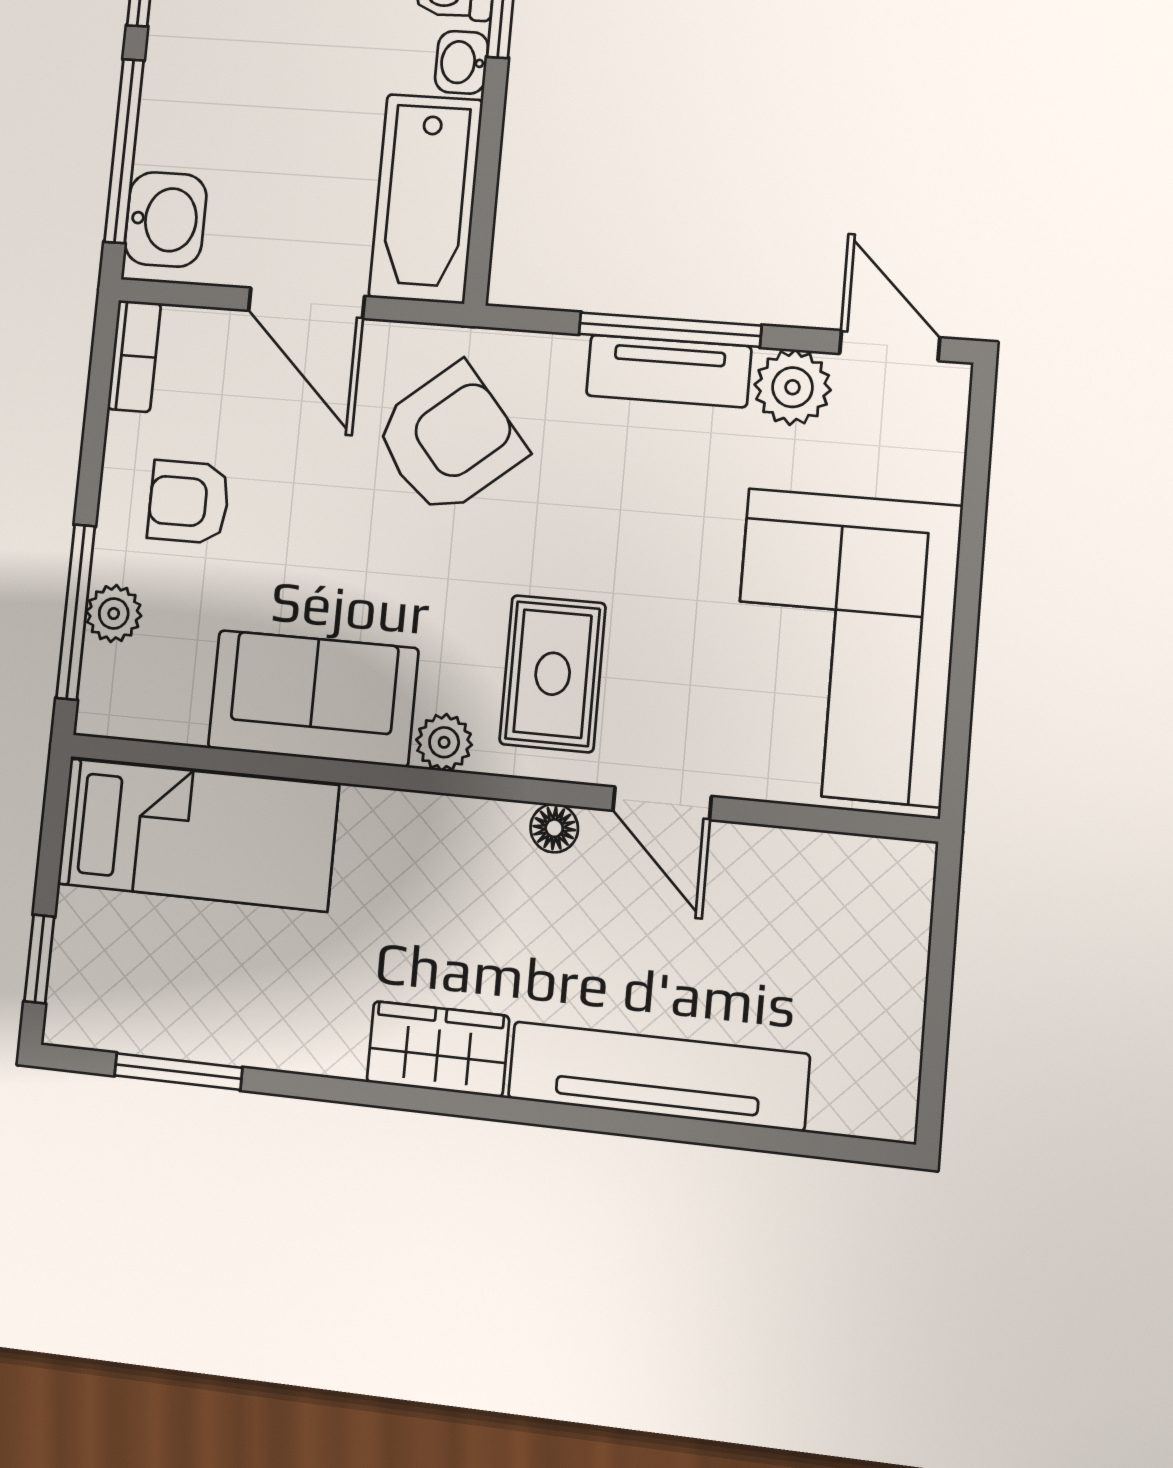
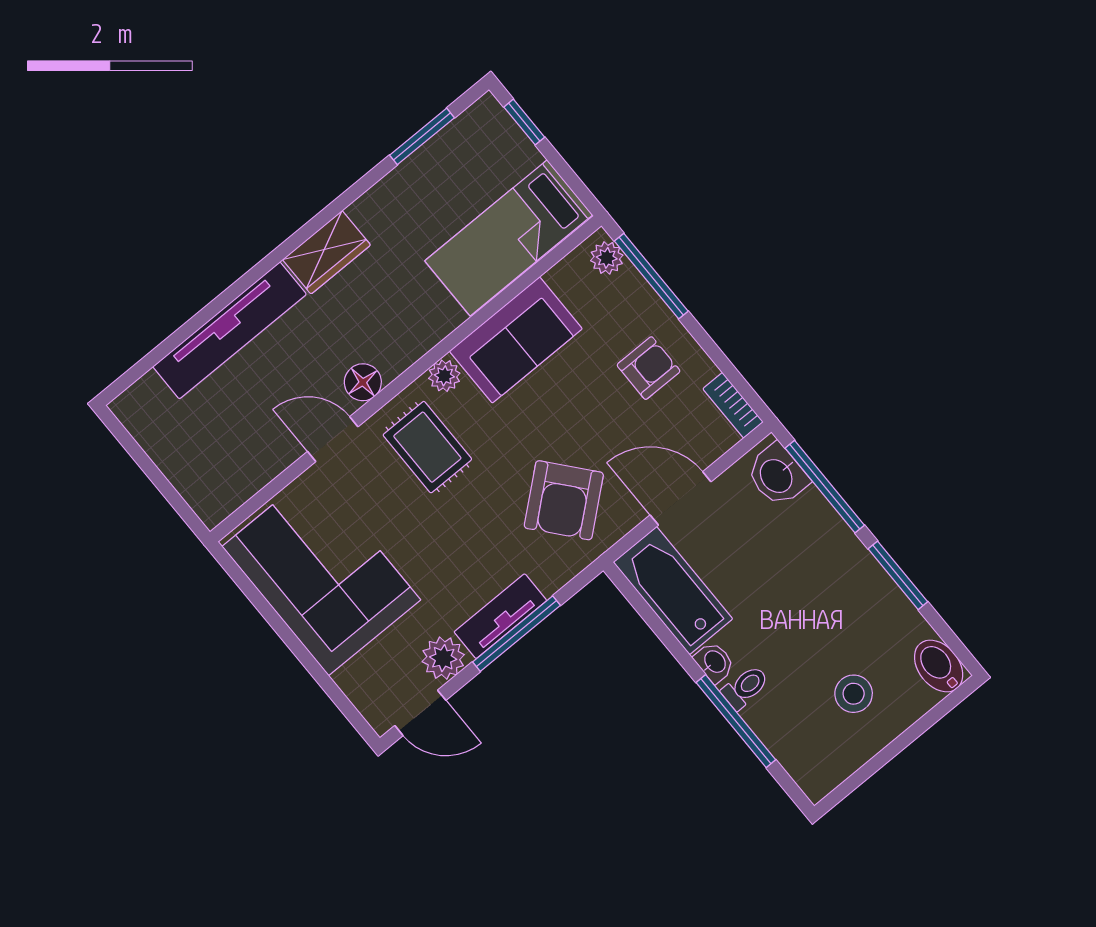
plant: (114, 614) -> (607, 258), moved
floor lamp: (554, 828) -> (363, 382), width x1.37, depth x1.37

